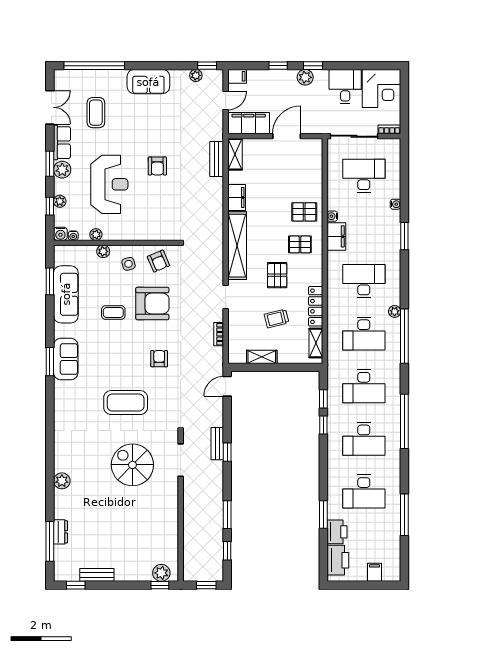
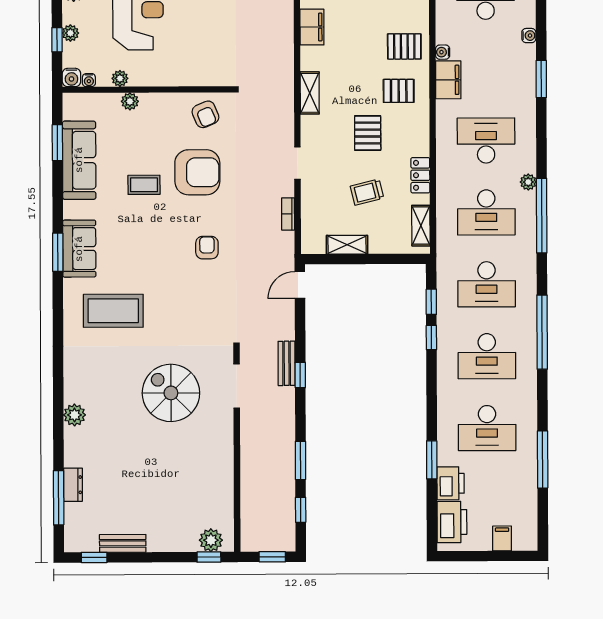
shelving: (237, 246) -> (310, 93), width x0.45, depth x0.75
side table: (129, 264) -> (165, 118), removed
locker: (316, 306) -> (420, 175), width x0.66
coffee table: (126, 403) -> (113, 311), moved

